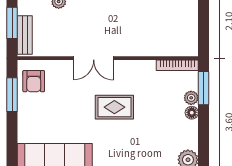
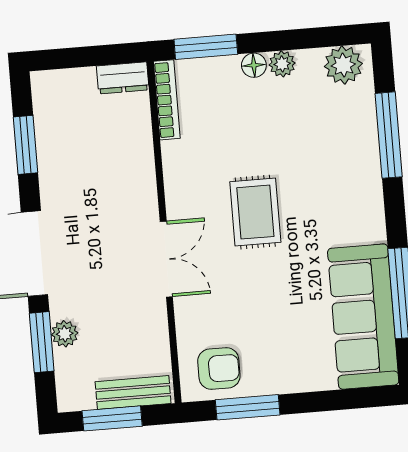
dresser: (191, 43) -> (123, 78), added
plant: (191, 98) -> (282, 64), moved

